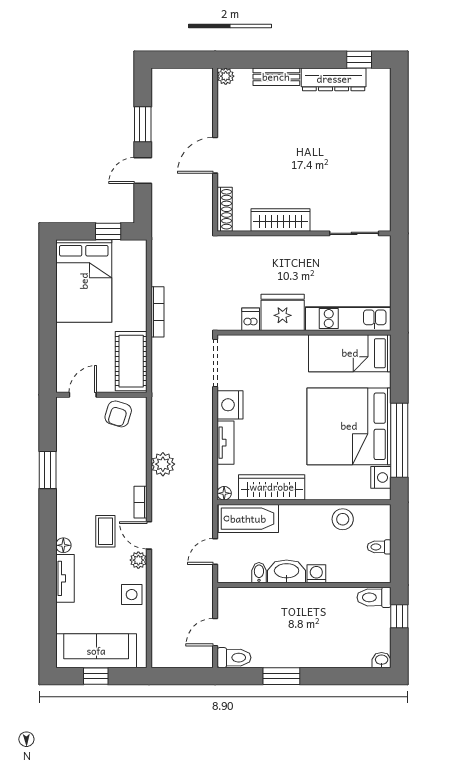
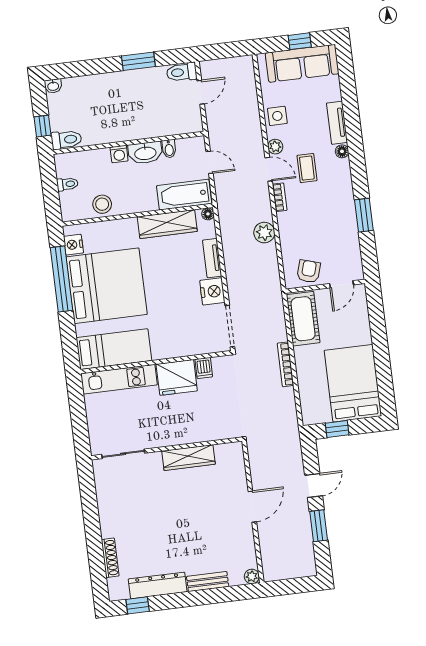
shoe rack: (225, 209) -> (110, 558), moved, turned 180
door: (215, 551) -> (209, 162), hinge flipped

